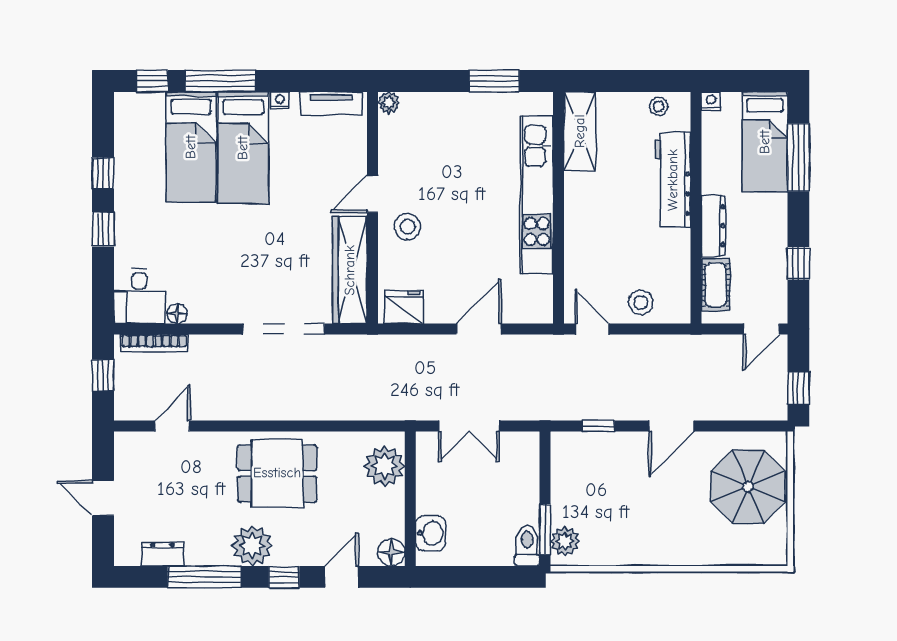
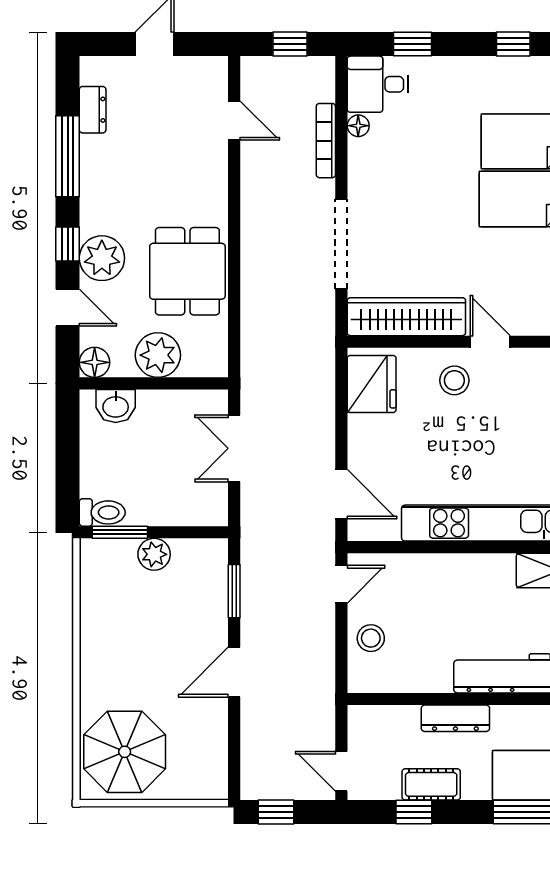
window: (103, 229) -> (412, 44), moved
cot: (716, 285) -> (431, 784), moved
fridge: (404, 307) -> (372, 384), width x1.36, depth x1.34
door: (479, 329) -> (341, 494), moved
bookcase: (154, 343) -> (326, 141), moved
window: (598, 426) -> (234, 591), width x1.50
door: (672, 426) -> (234, 672), hinge flipped
plant: (385, 466) -> (158, 355), moved
dining table: (277, 473) -> (187, 271), moved
parasol: (748, 487) -> (125, 752), moved
plant: (565, 541) -> (154, 554), moved
plant: (252, 546) -> (102, 258), moved

